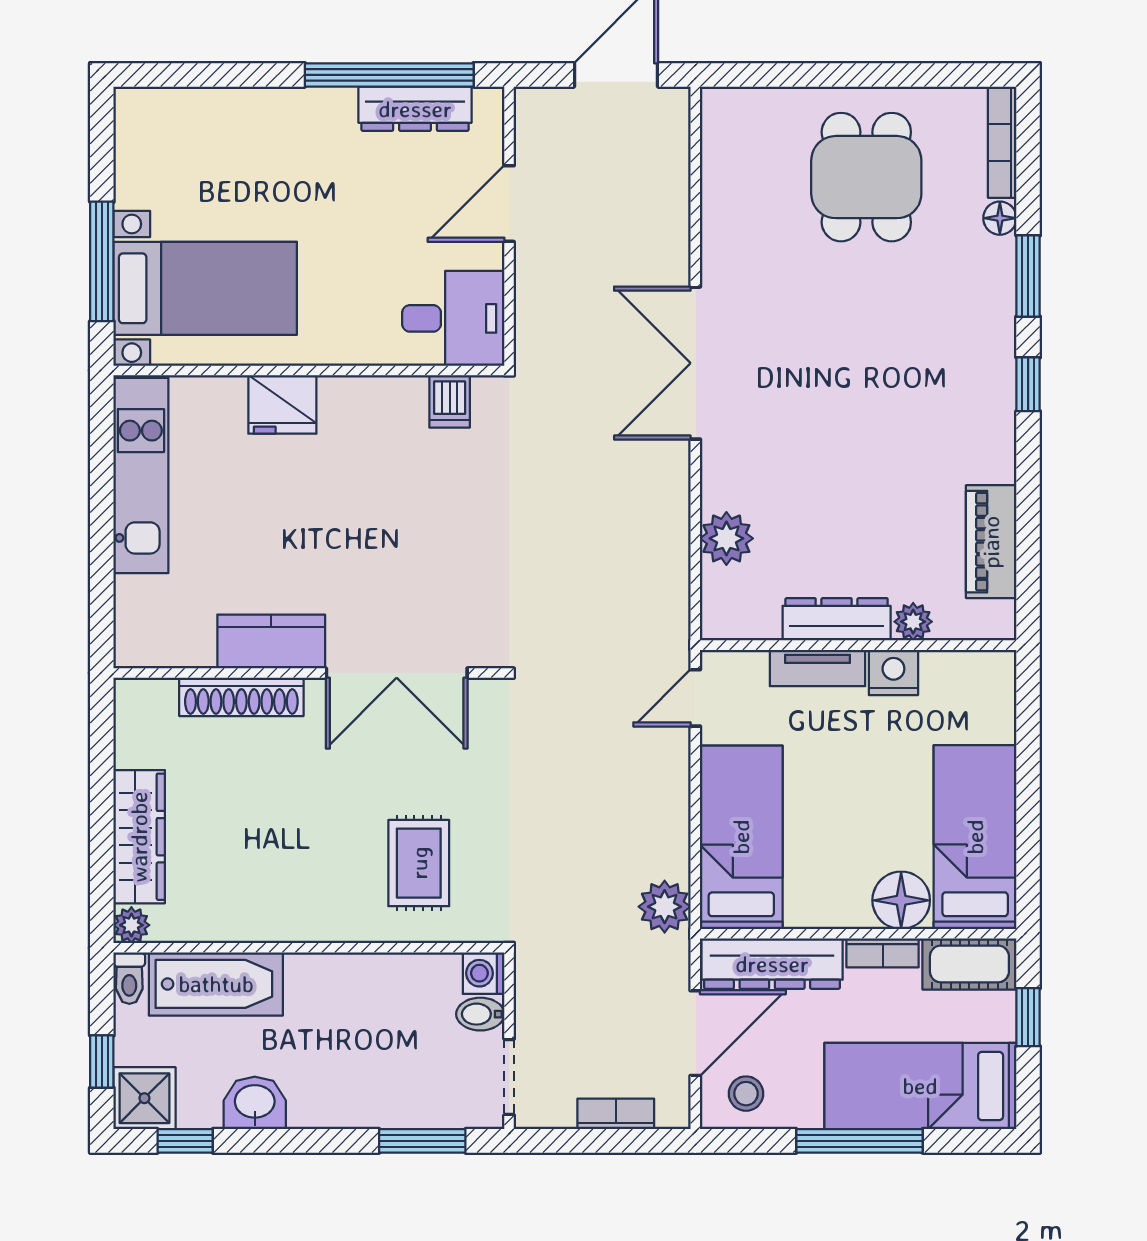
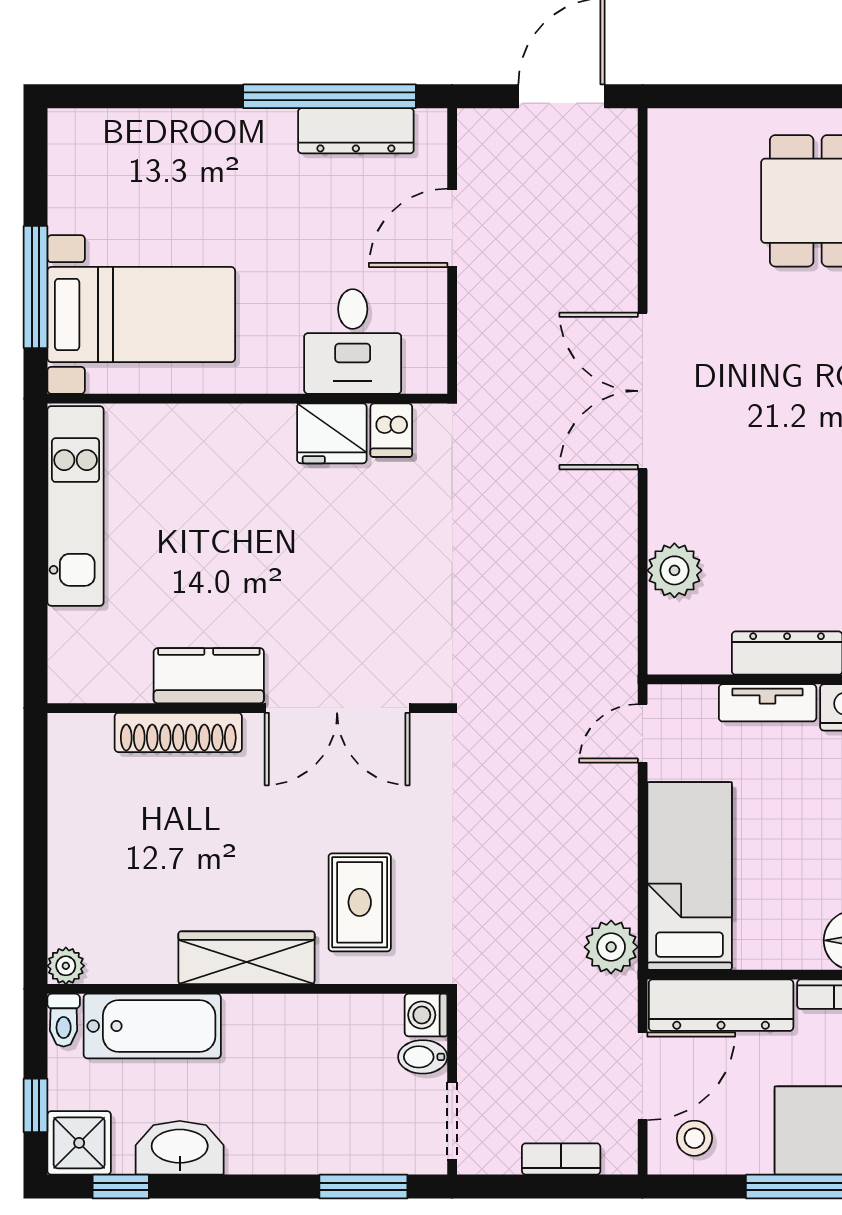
desk: (453, 318) -> (353, 341), moved, turned 90
fridge: (282, 404) -> (332, 433), moved
wardrobe: (139, 837) -> (246, 958), moved, turned -90
washbasin: (255, 1103) -> (180, 1148), width x1.38

